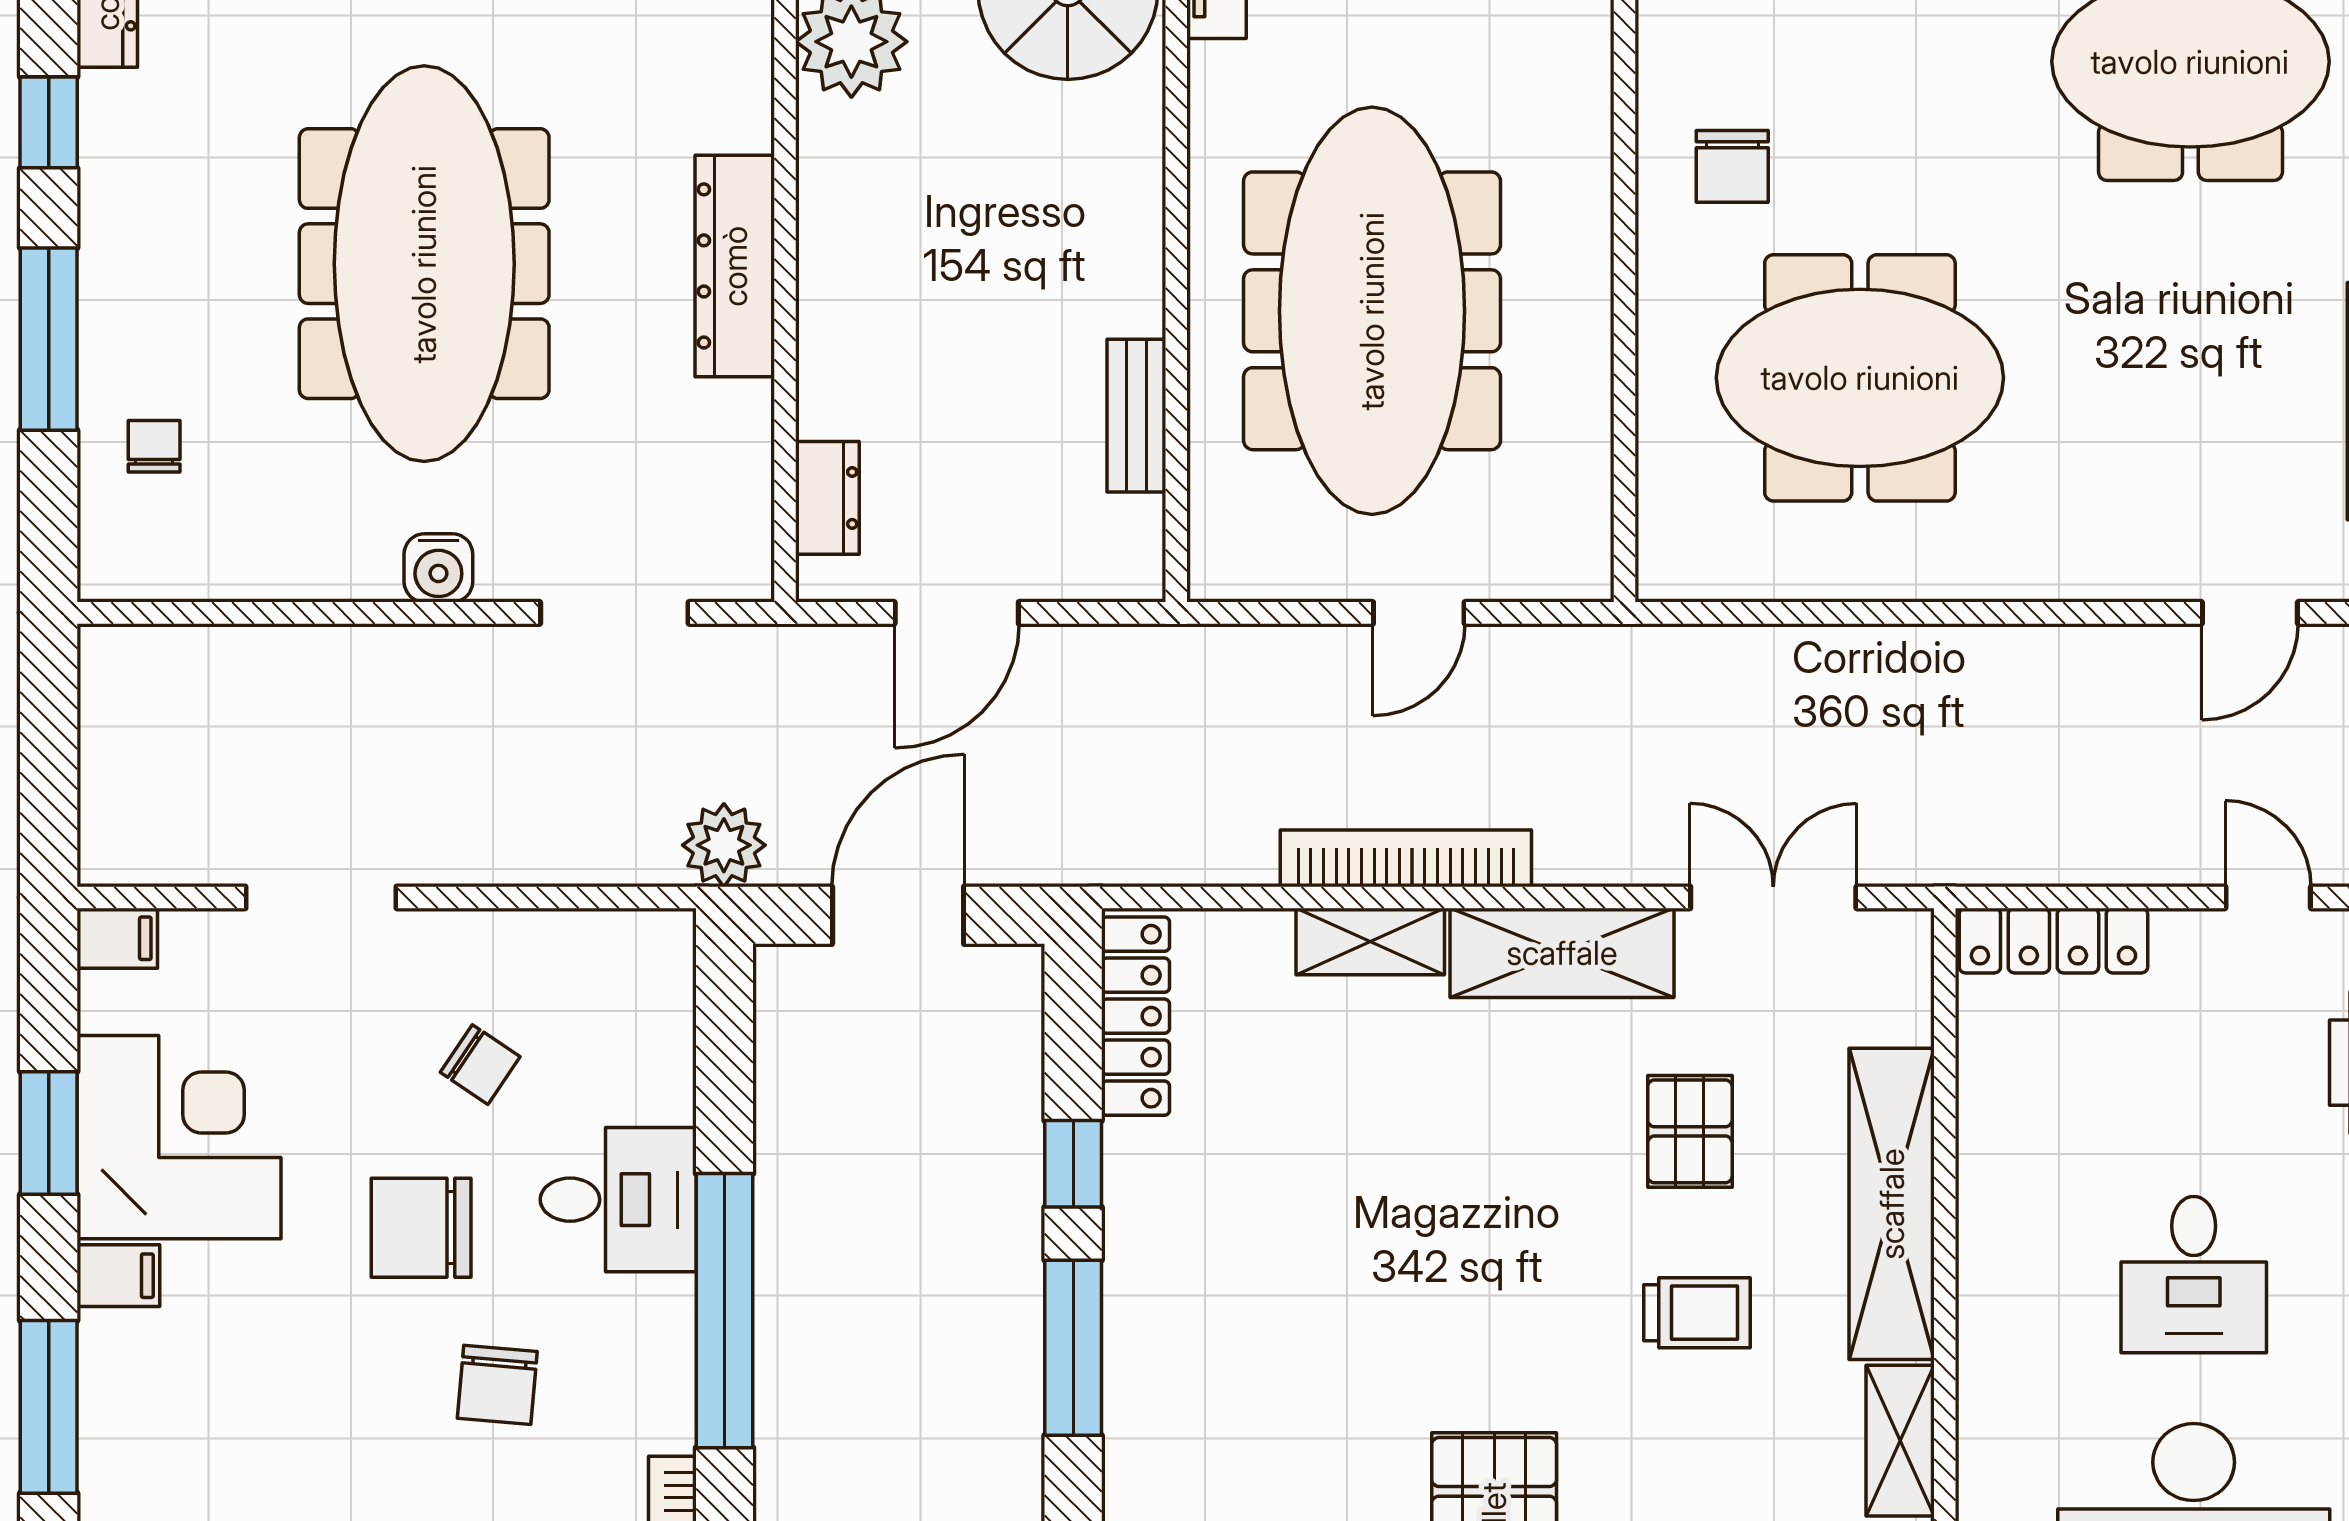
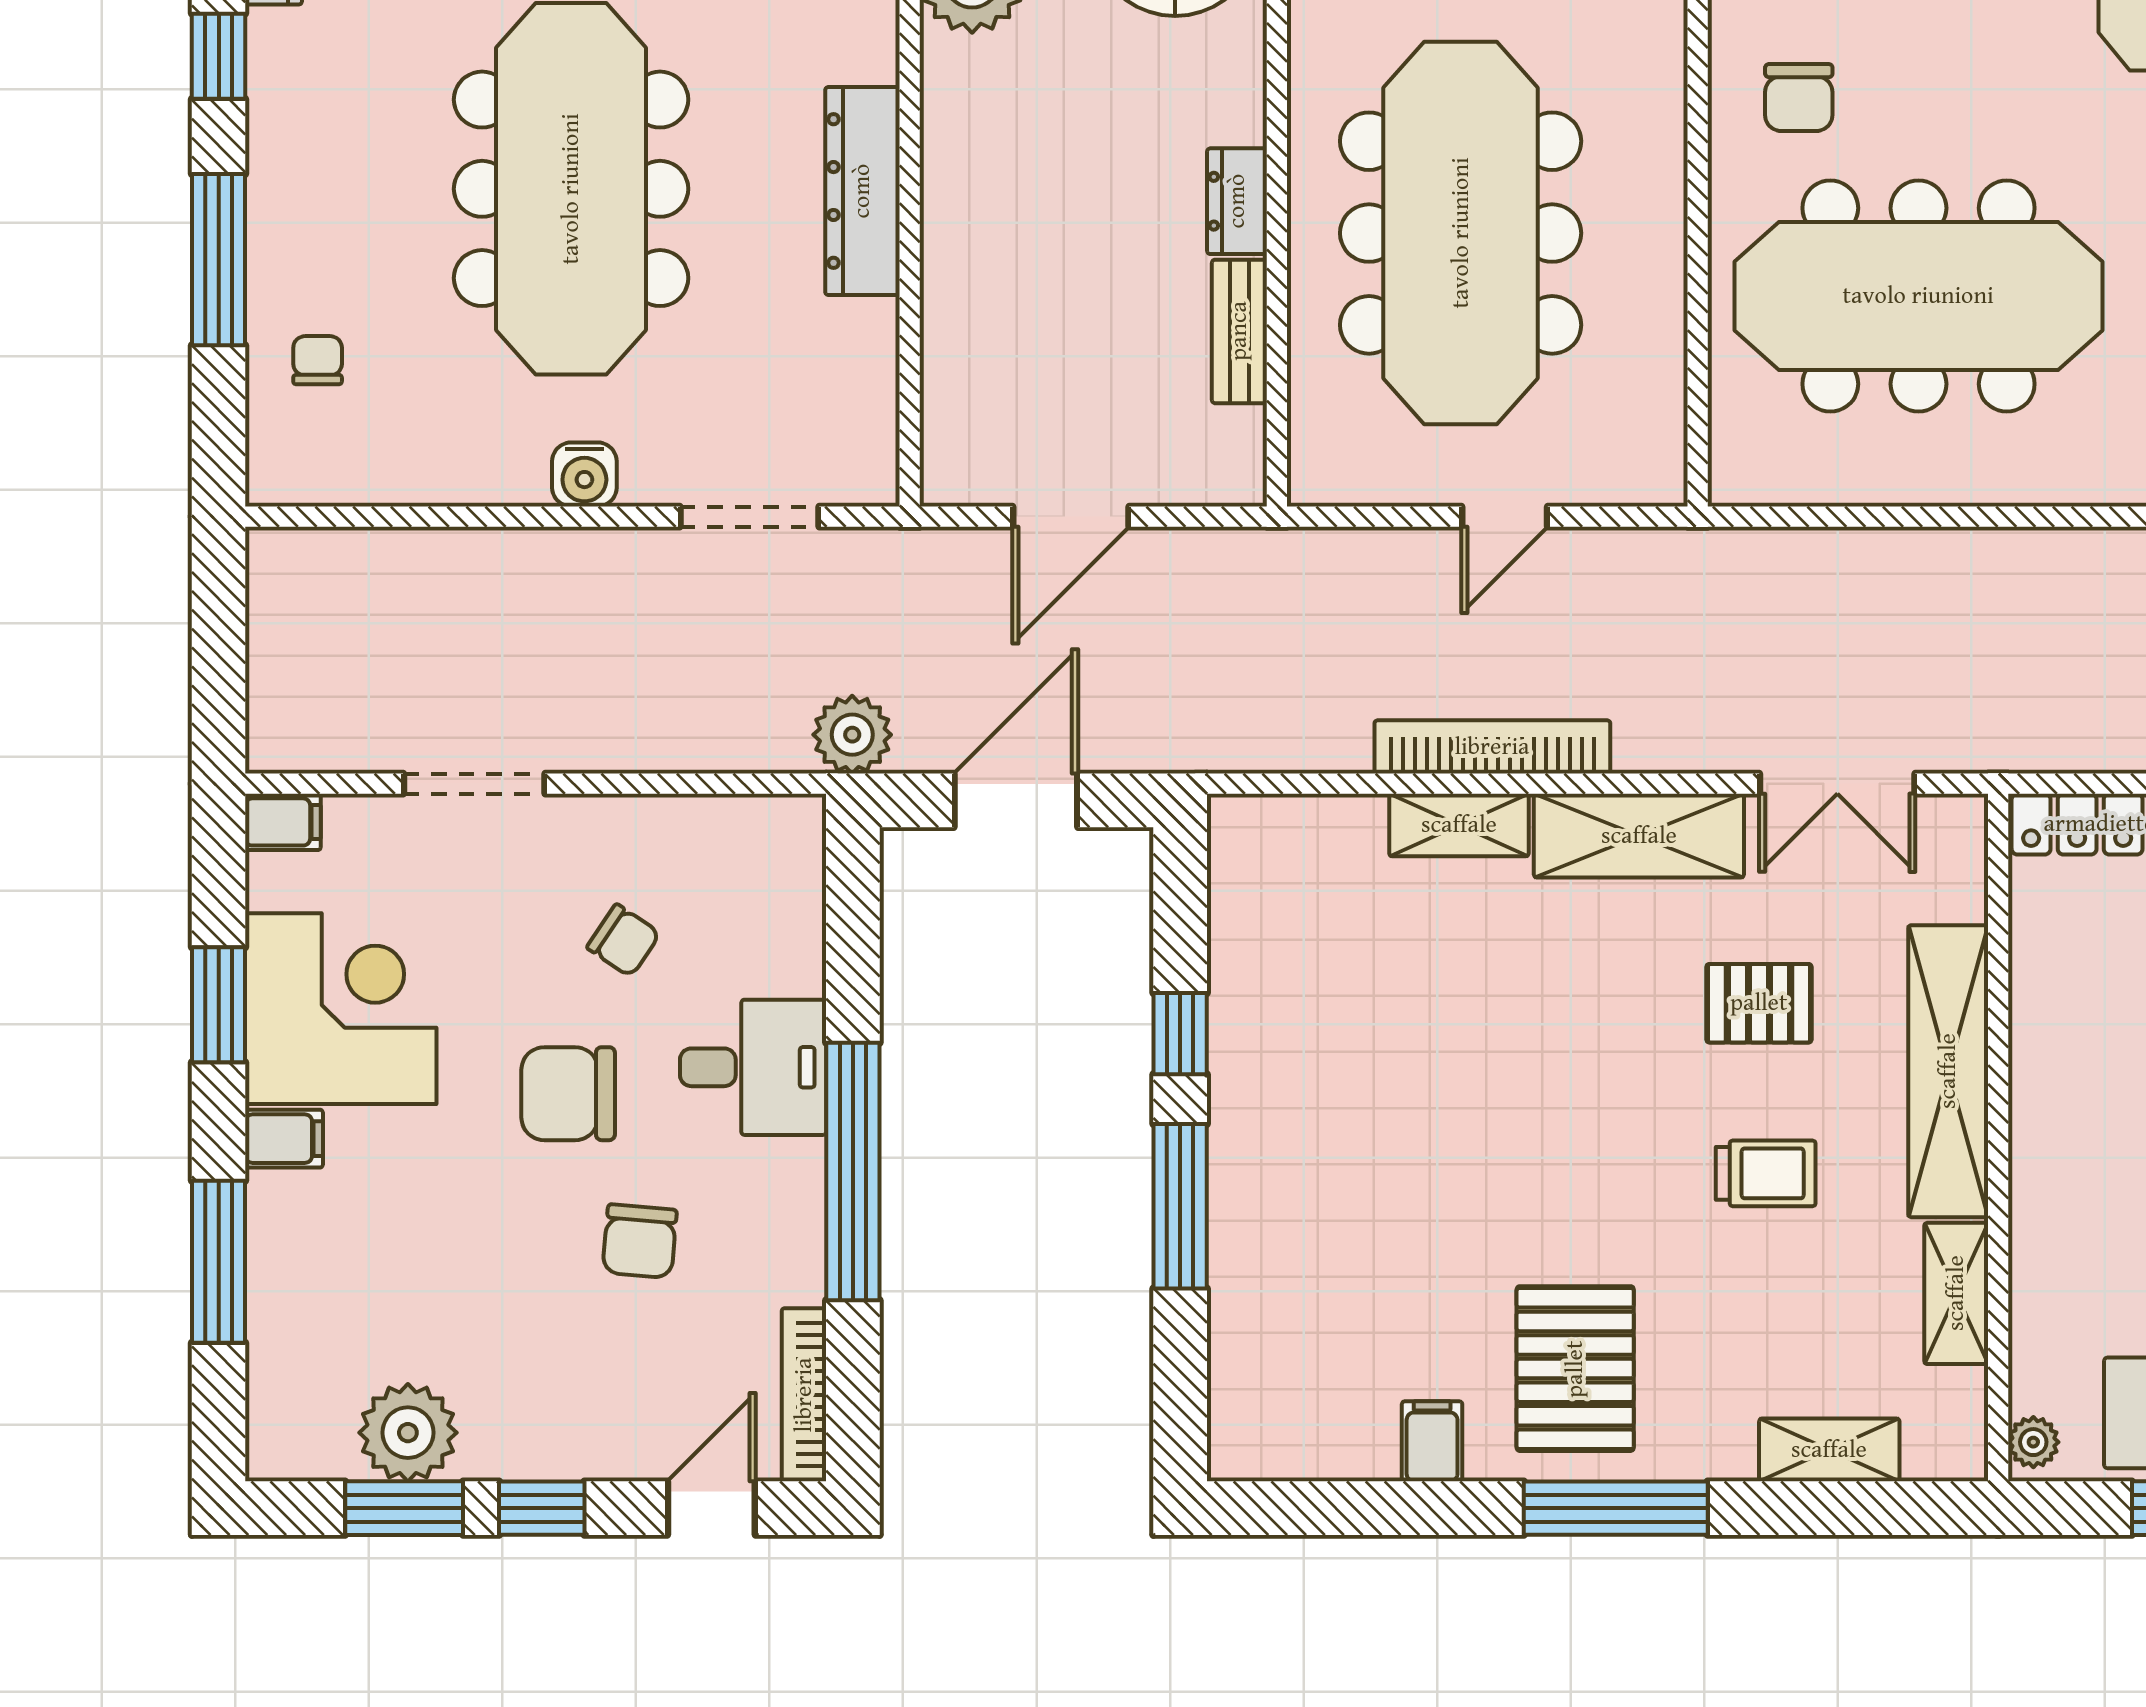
meeting table: (1860, 378) -> (1918, 296), width x1.36
dresser: (827, 498) -> (1237, 201), moved, turned 180
double door: (1773, 897) -> (1837, 784), swing flipped
locker: (1136, 1016) -> (1239, 895), removed
pallet: (1690, 1131) -> (1759, 1003), turned 90

